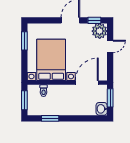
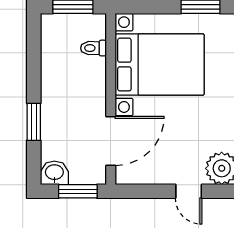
door: (87, 83) -> (111, 141), hinge flipped
window: (50, 118) -> (34, 122), moved

